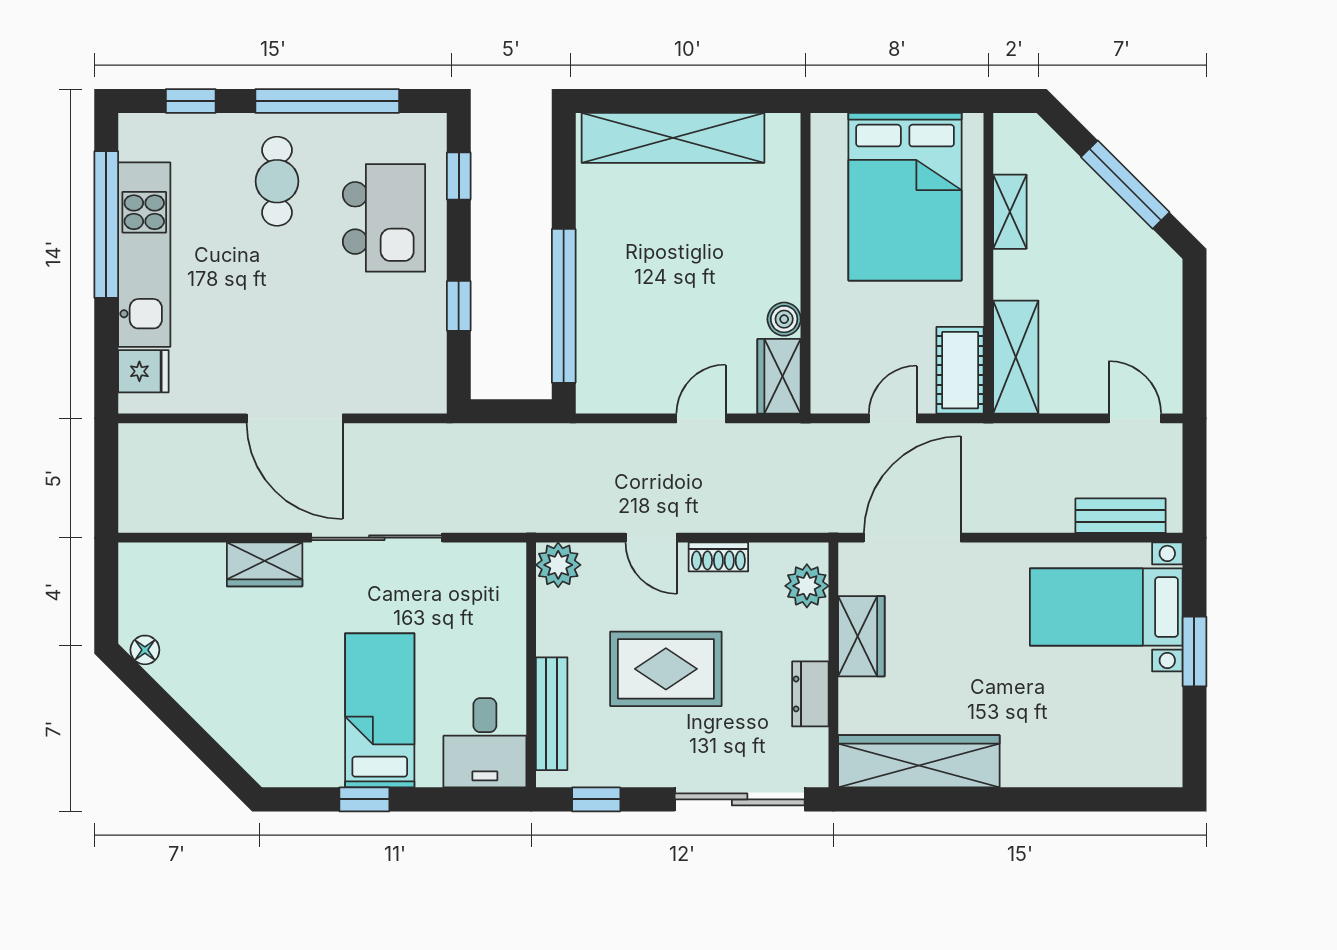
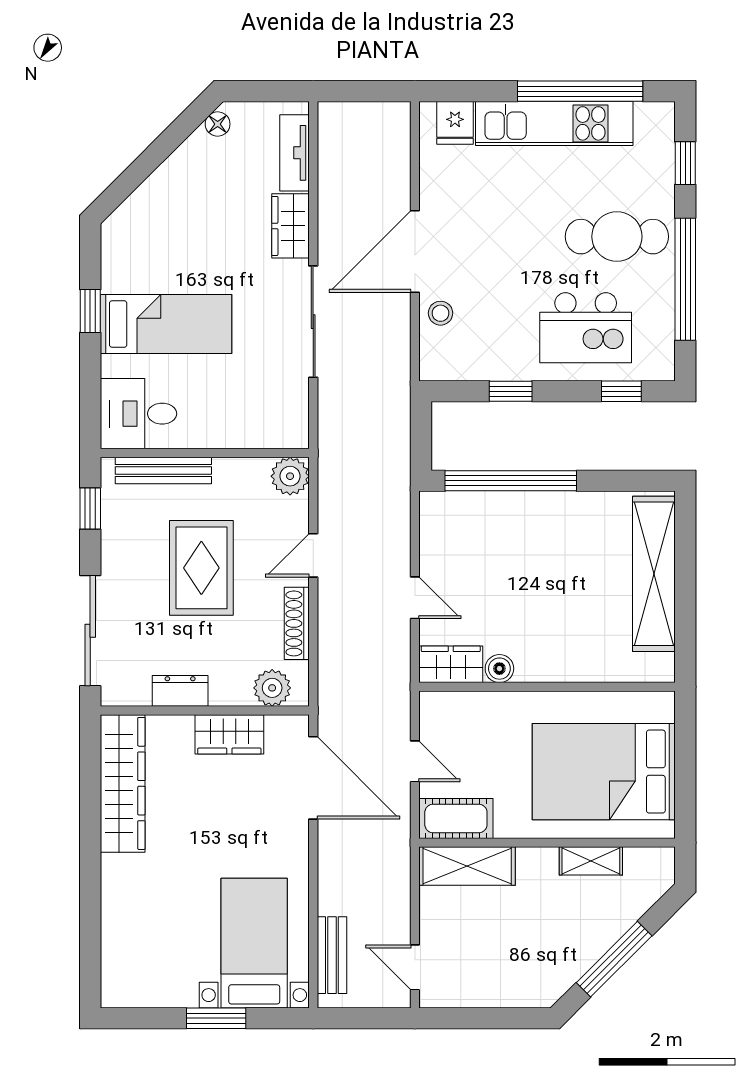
cafe table: (277, 181) -> (617, 237), width x1.37, depth x1.35
stool: (367, 388) -> (441, 313), added
door: (1135, 418) -> (415, 967), swing flipped
shoe rack: (718, 557) -> (297, 623), width x1.43
tv unit: (179, 560) -> (295, 153), added

